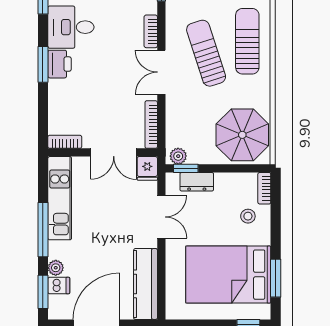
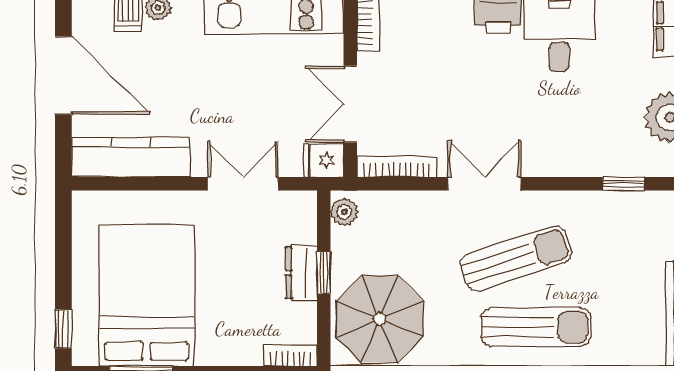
bookcase: (151, 31) -> (552, 166), removed
window: (186, 168) -> (324, 273), moved
dresser: (197, 182) -> (301, 273), moved
stool: (248, 216) -> (244, 328), removed
double door: (161, 217) -> (243, 184), swing flipped

